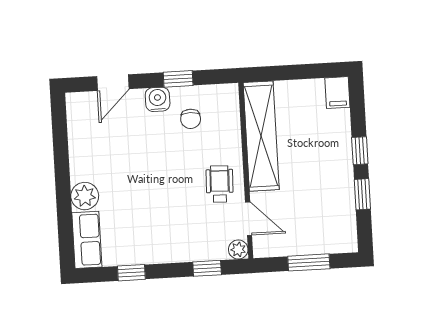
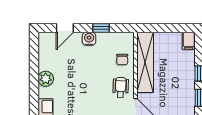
chair: (191, 119) -> (122, 59), moved
plant: (85, 196) -> (46, 79), moved

